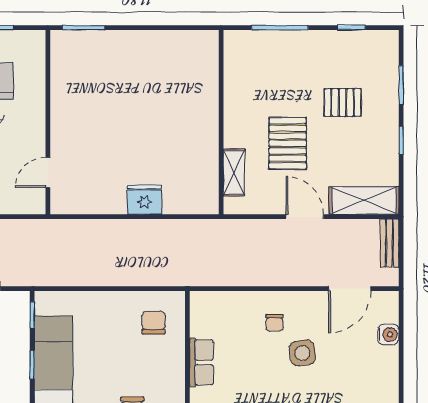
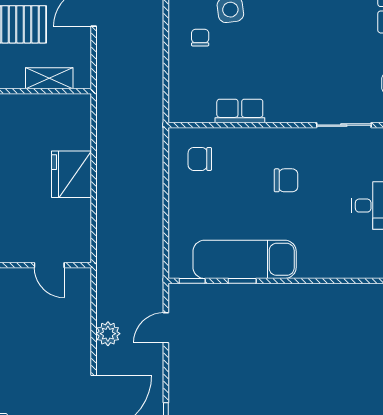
fridge: (144, 200) -> (71, 174), width x1.36, depth x1.34
chair: (274, 323) -> (200, 38), turned -90

